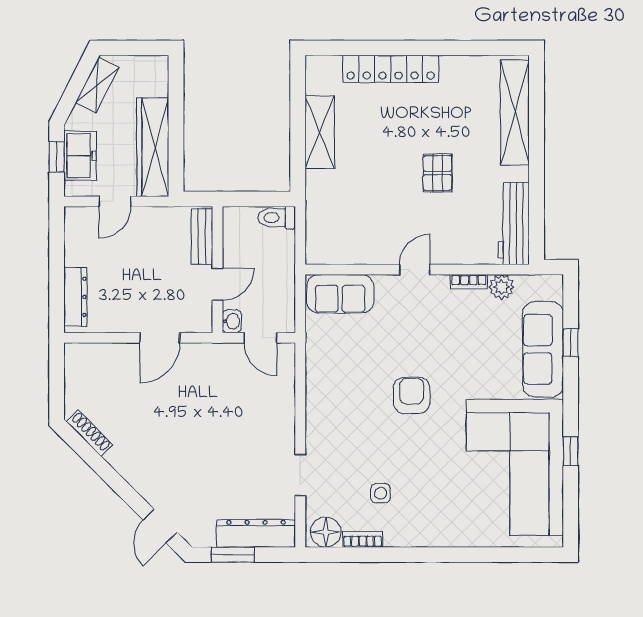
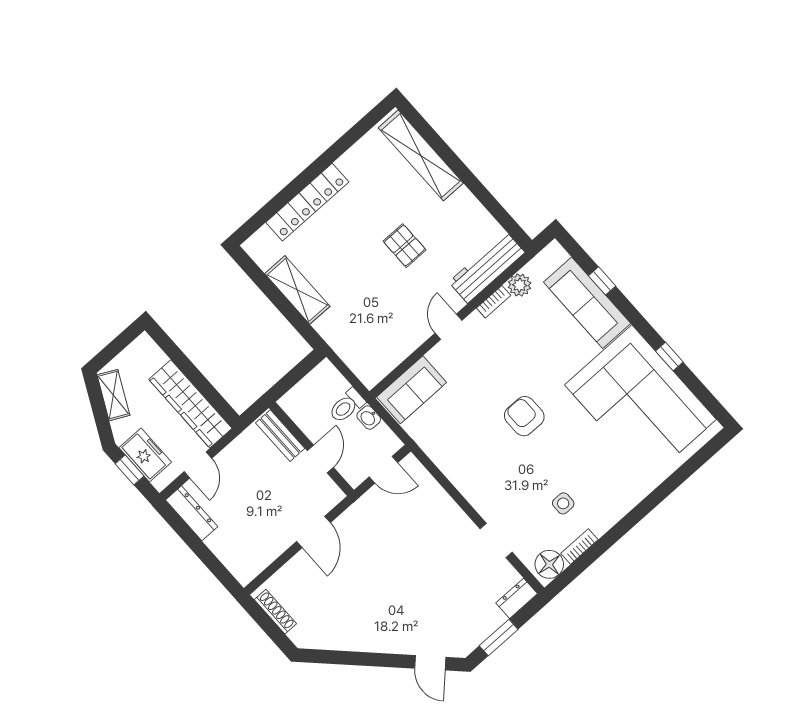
toilet: (277, 218) -> (347, 406), moved
workbench: (514, 223) -> (487, 267), moved, turned 90
dresser: (75, 297) -> (192, 513), moved
washbasin: (232, 321) -> (369, 417), moved, turned 180
shoe rack: (89, 433) -> (275, 612), moved, turned 45
dresser: (256, 533) -> (517, 598), width x0.51, depth x0.80

